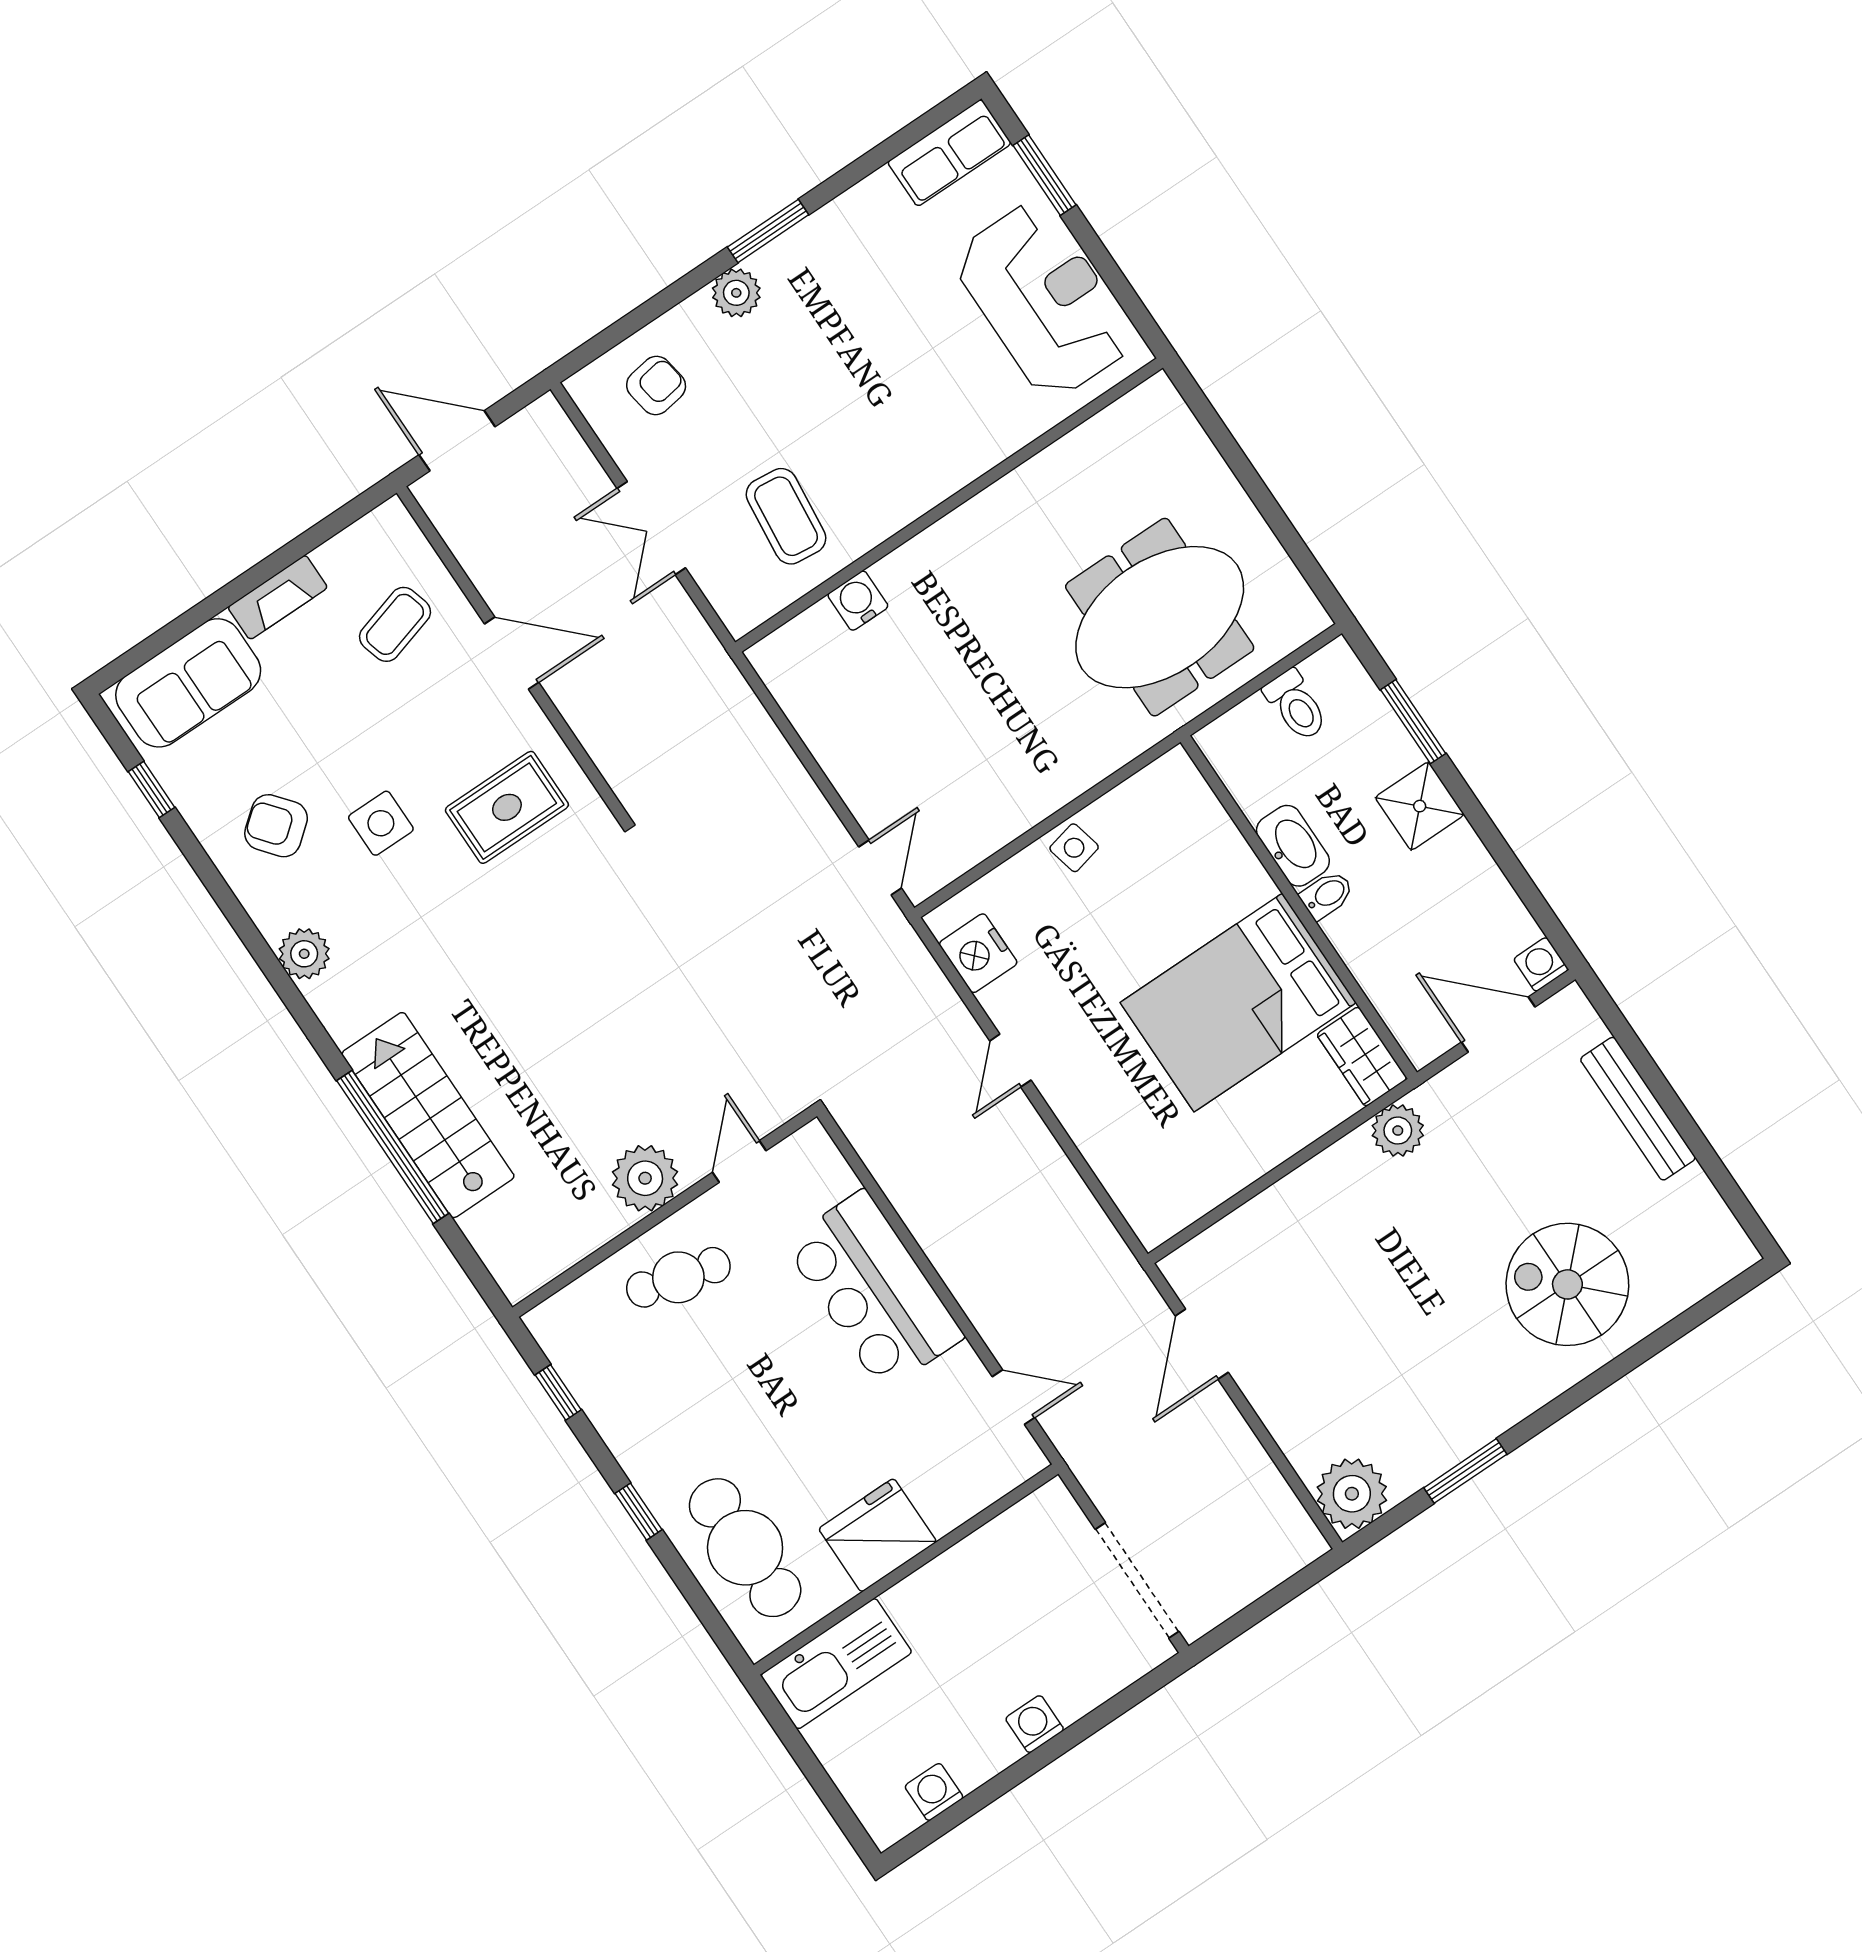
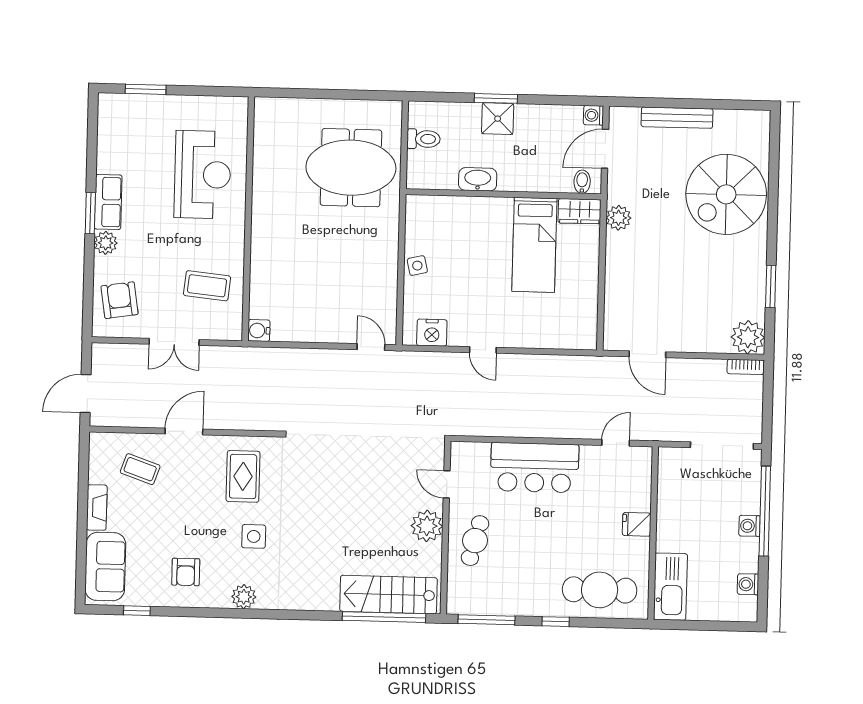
row of seats: (949, 153) -> (108, 202), moved
reception desk: (1043, 300) -> (203, 175), moved, turned 90
armchair: (656, 385) -> (120, 300), width x1.38, depth x1.38
water cooler: (858, 601) -> (259, 331), moved
meeting table: (1160, 617) -> (351, 168), turned 90
coffee table: (395, 624) -> (140, 469), turned -55
window: (1413, 722) -> (496, 98), moved
side table: (381, 823) -> (254, 536), moved
armchair: (276, 826) -> (186, 572), turned -51
bidet: (1327, 895) -> (582, 182), moved
bed: (1238, 1003) -> (534, 245), width x0.67
stairs: (428, 1115) -> (388, 595), moved
window: (393, 1147) -> (384, 617), moved
spiral stairs: (1567, 1284) -> (726, 194), width x1.37, depth x1.37
window: (558, 1392) -> (486, 620), width x2.17
bookcase: (1299, 1526) -> (746, 367), added
fridge: (878, 1535) -> (637, 524), width x0.53, depth x0.75
window: (1078, 1732) -> (765, 511), added

